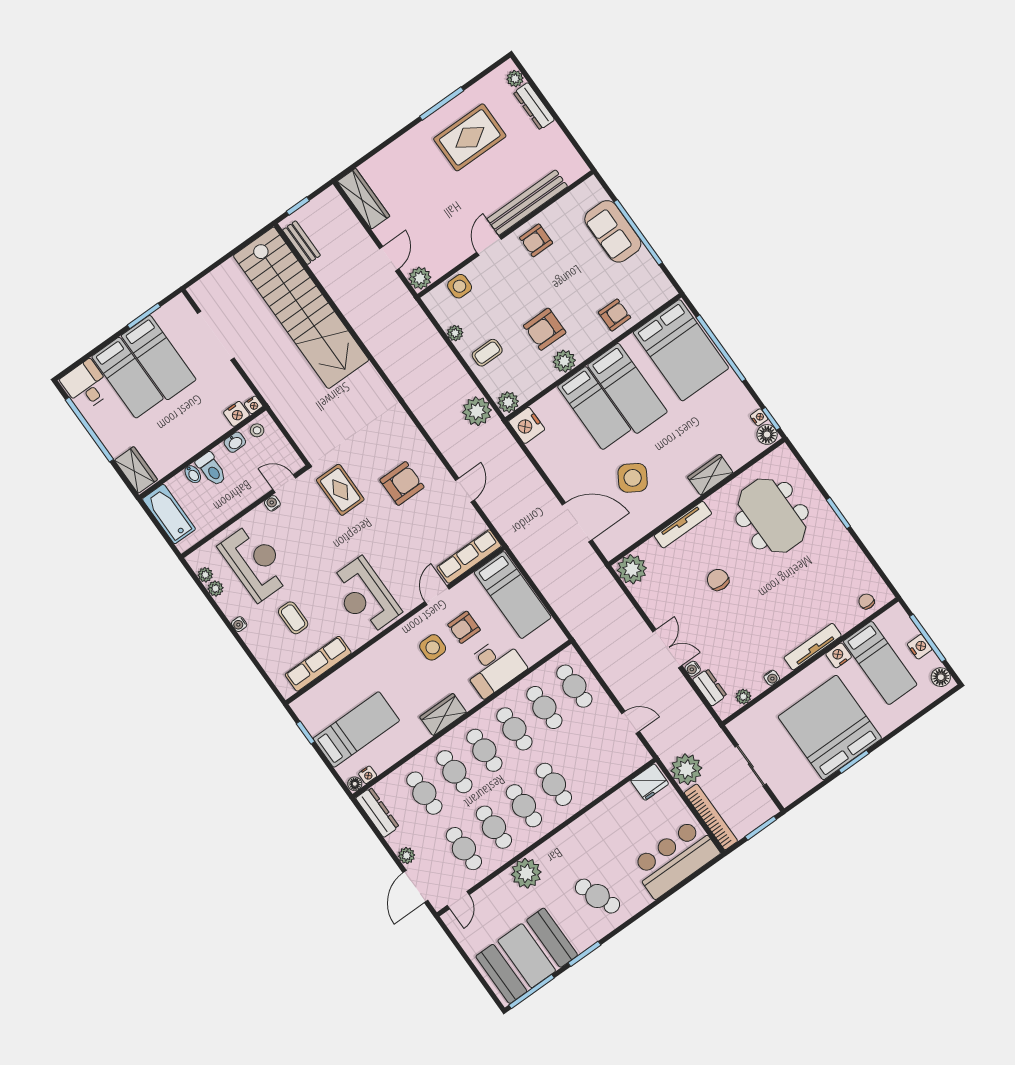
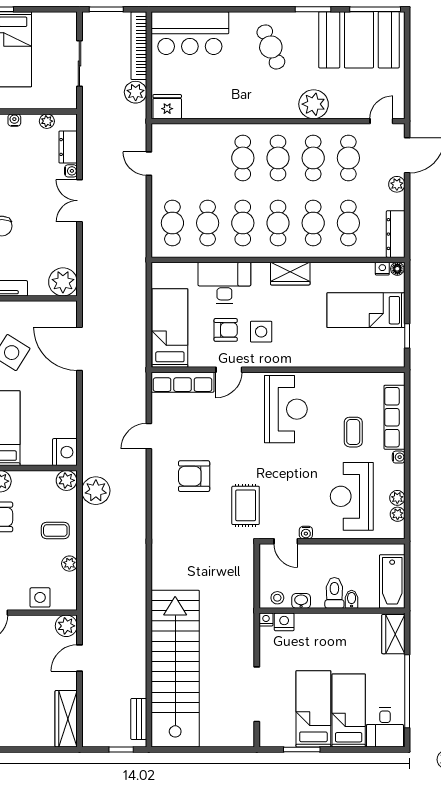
row of seats: (318, 664) -> (394, 417), moved, turned 90
plant: (686, 769) -> (136, 92), width x0.73, depth x0.73

